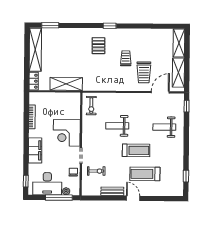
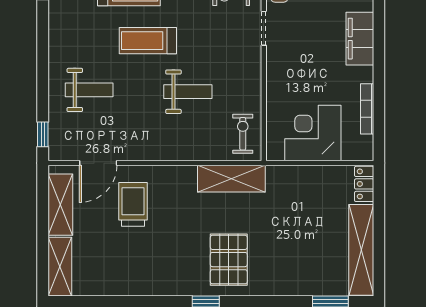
pallet: (98, 46) -> (229, 260), width x1.50, depth x1.42
trolley: (126, 58) -> (171, 234), removed
shelving: (66, 84) -> (231, 179), moved
corner desk: (67, 133) -> (313, 133), moved, turned -90

